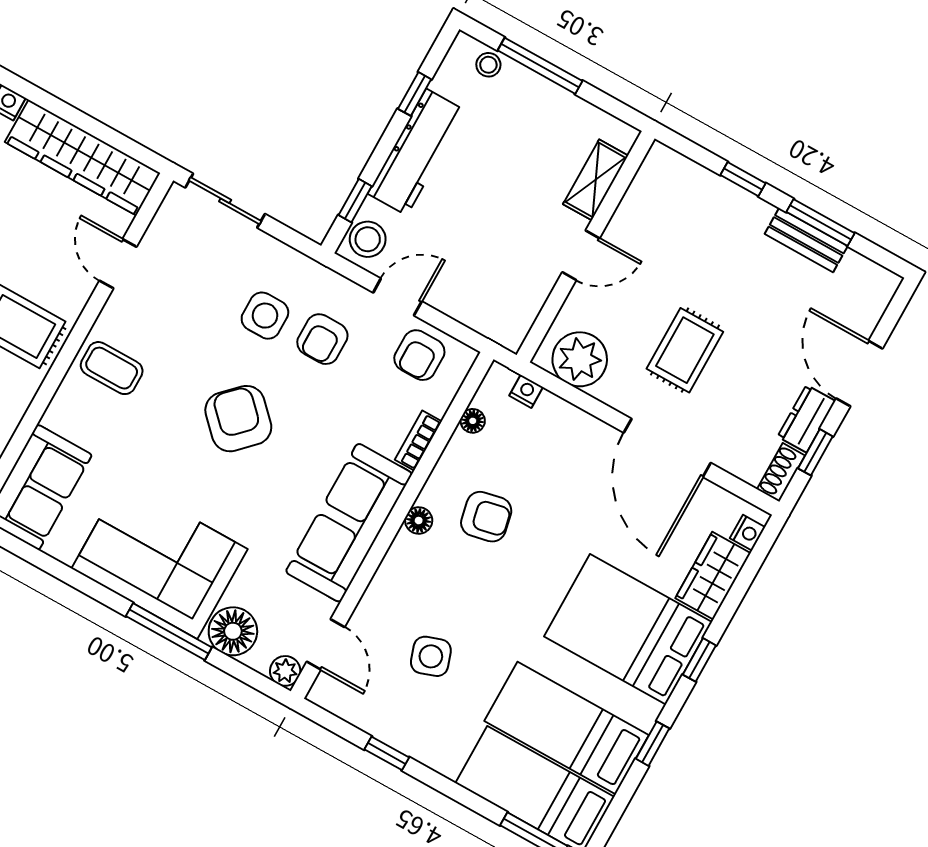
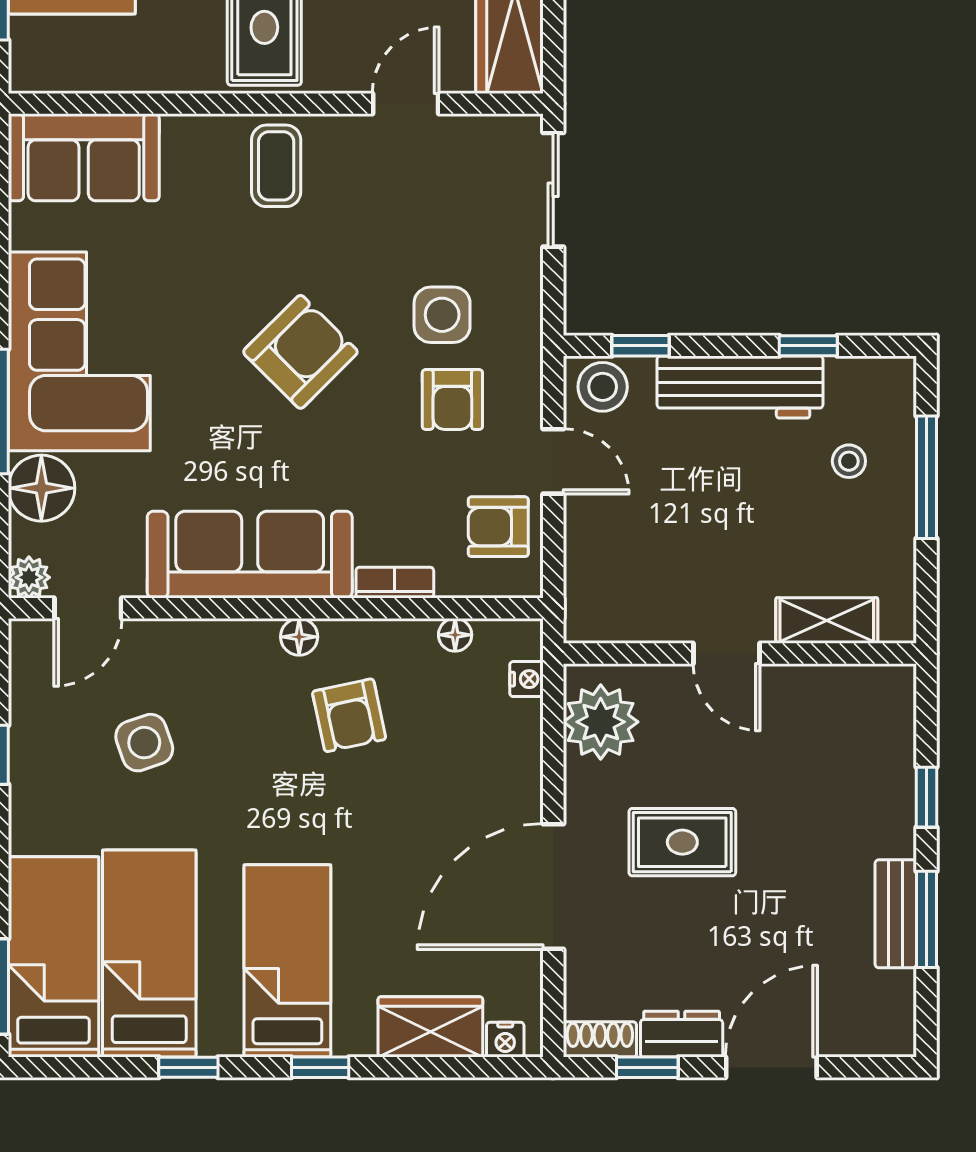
stool: (488, 65) -> (849, 461), moved
armchair: (322, 339) -> (452, 399), turned -90
bed: (628, 629) -> (287, 961), width x0.67

